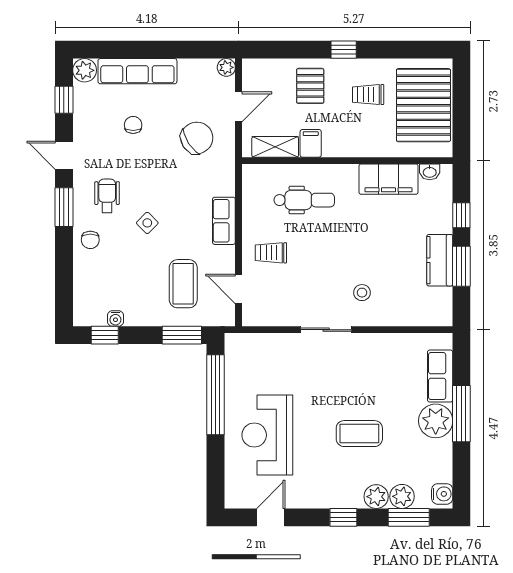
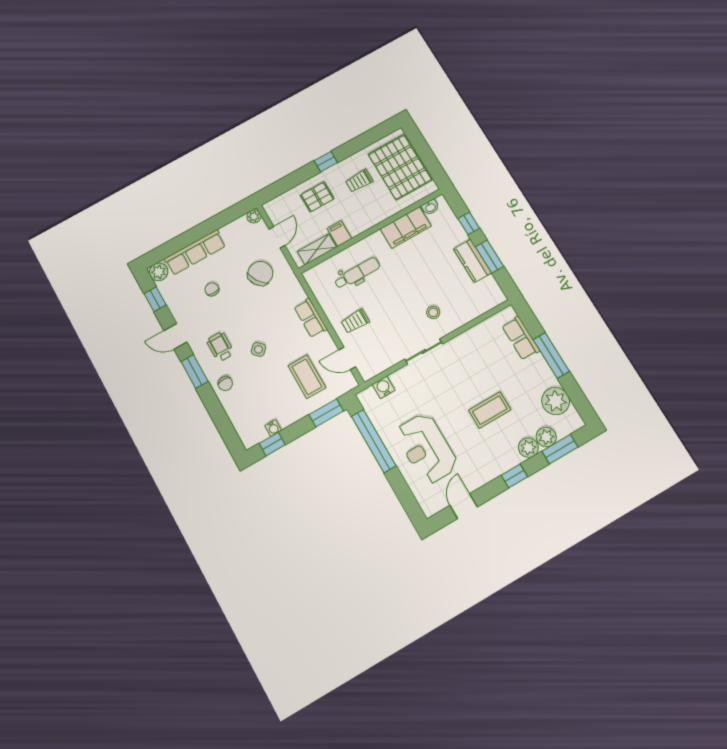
pallet: (310, 86) -> (317, 197), turned 90
plant: (436, 421) -> (556, 401), moved
water cooler: (442, 494) -> (384, 387), moved, turned -90

